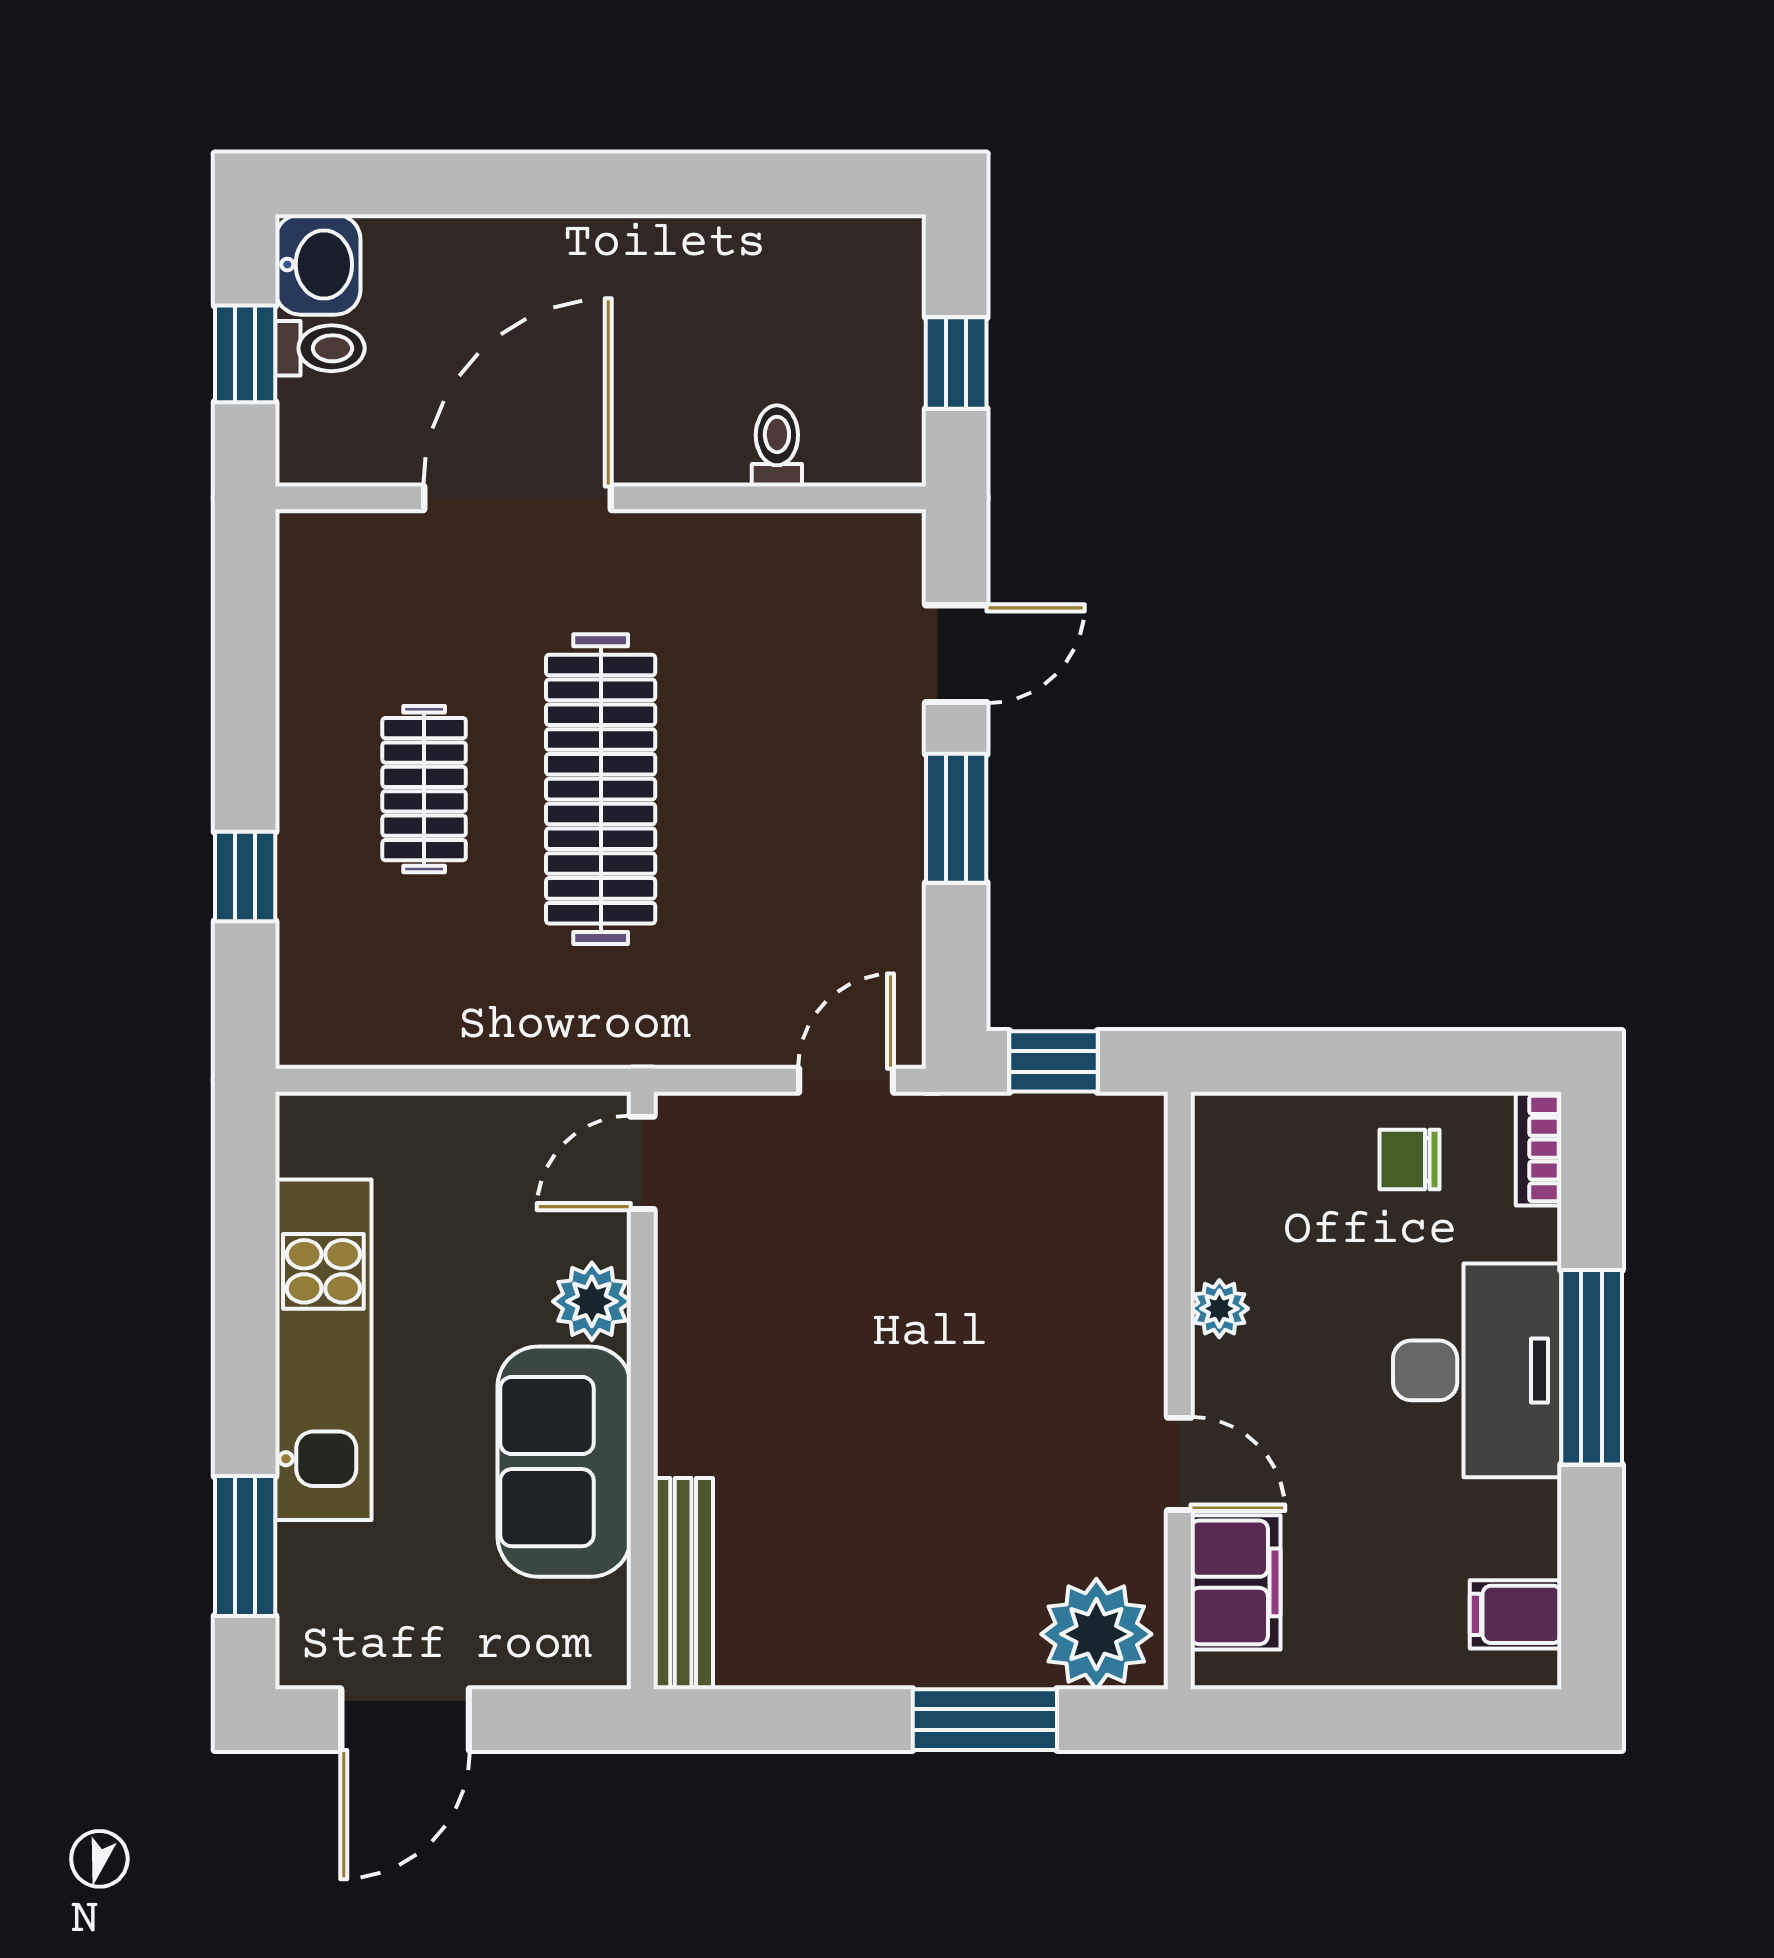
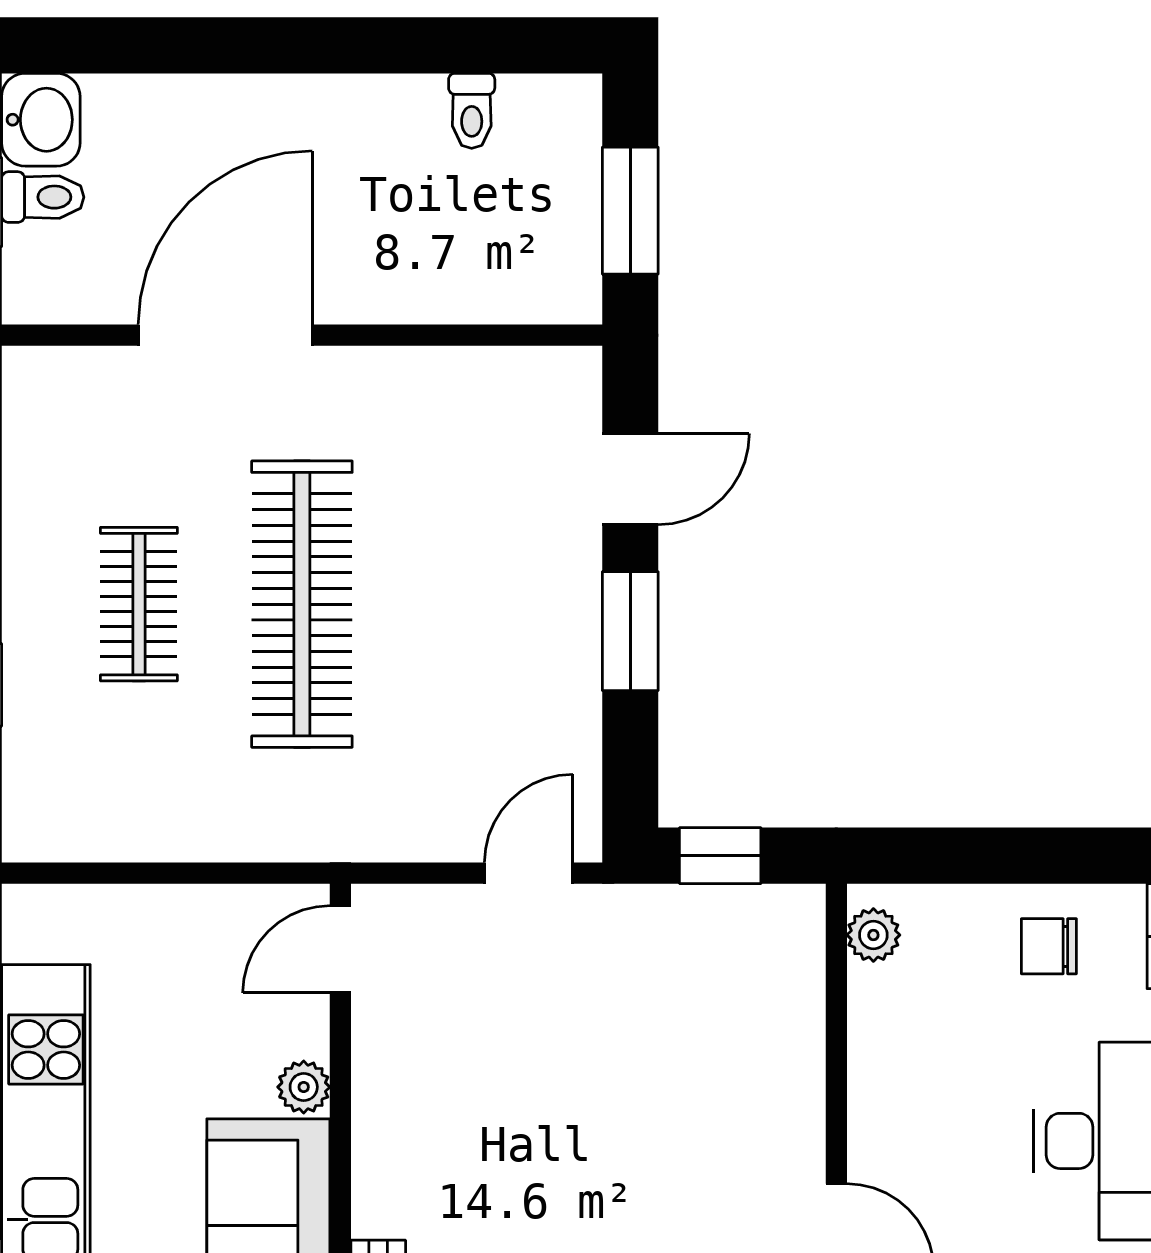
window: (956, 363) -> (630, 211), width x1.50
toilet: (777, 446) -> (472, 111), moved, turned 180
plant: (592, 1301) -> (304, 1087), width x0.73, depth x0.73
plant: (1219, 1309) -> (873, 935), moved

